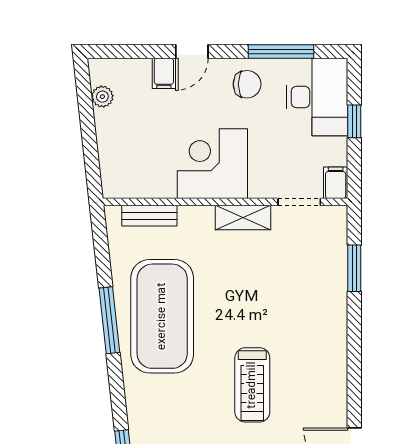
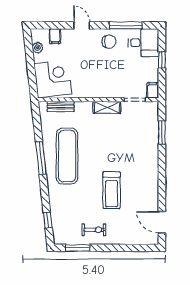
door: (192, 51) -> (82, 25), swing flipped
filing cabinet: (164, 73) -> (55, 36), moved
desk: (317, 97) -> (143, 43), width x0.73
corner desk: (212, 164) -> (53, 79), moved, turned 84
exercise mat: (162, 316) -> (67, 156), width x0.68

